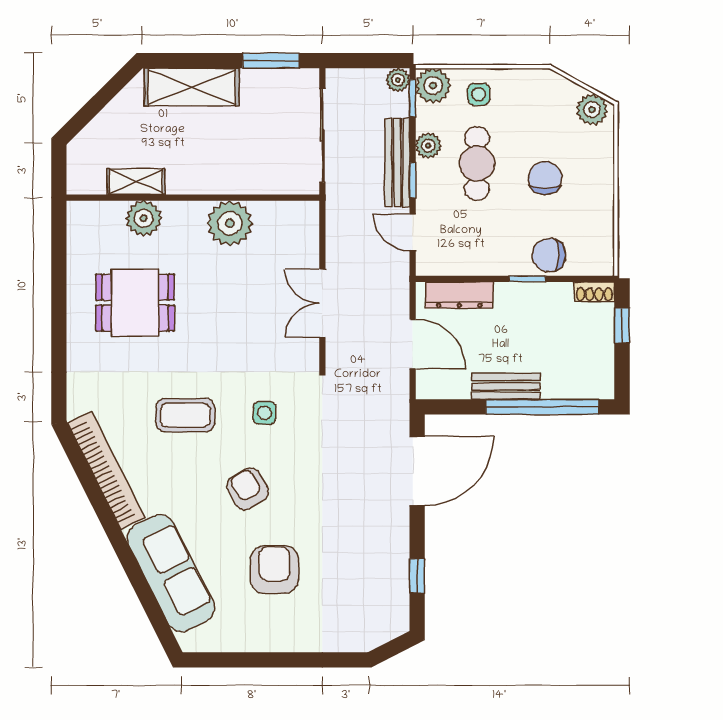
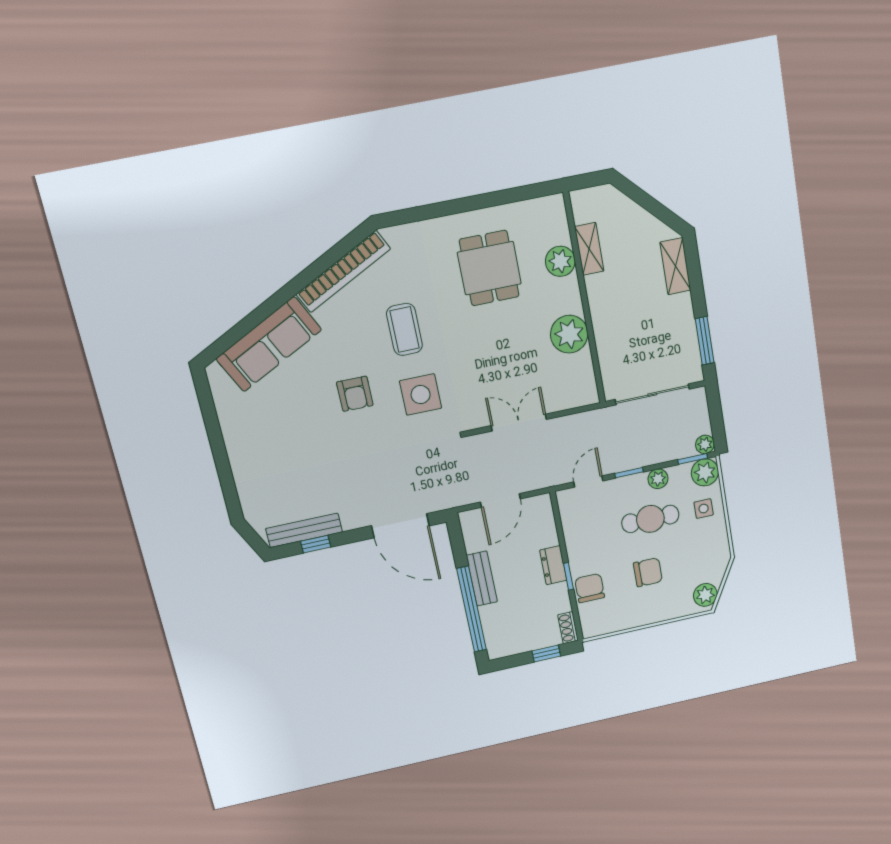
shelving: (192, 87) -> (675, 266), width x0.67, depth x0.75
bench: (397, 162) -> (304, 530), moved
dresser: (459, 295) -> (553, 565), moved, width x0.70
side table: (264, 413) -> (421, 395), width x1.87, depth x1.87
armchair: (248, 489) -> (355, 394), turned 120
armchair: (274, 570) -> (293, 430), removed

